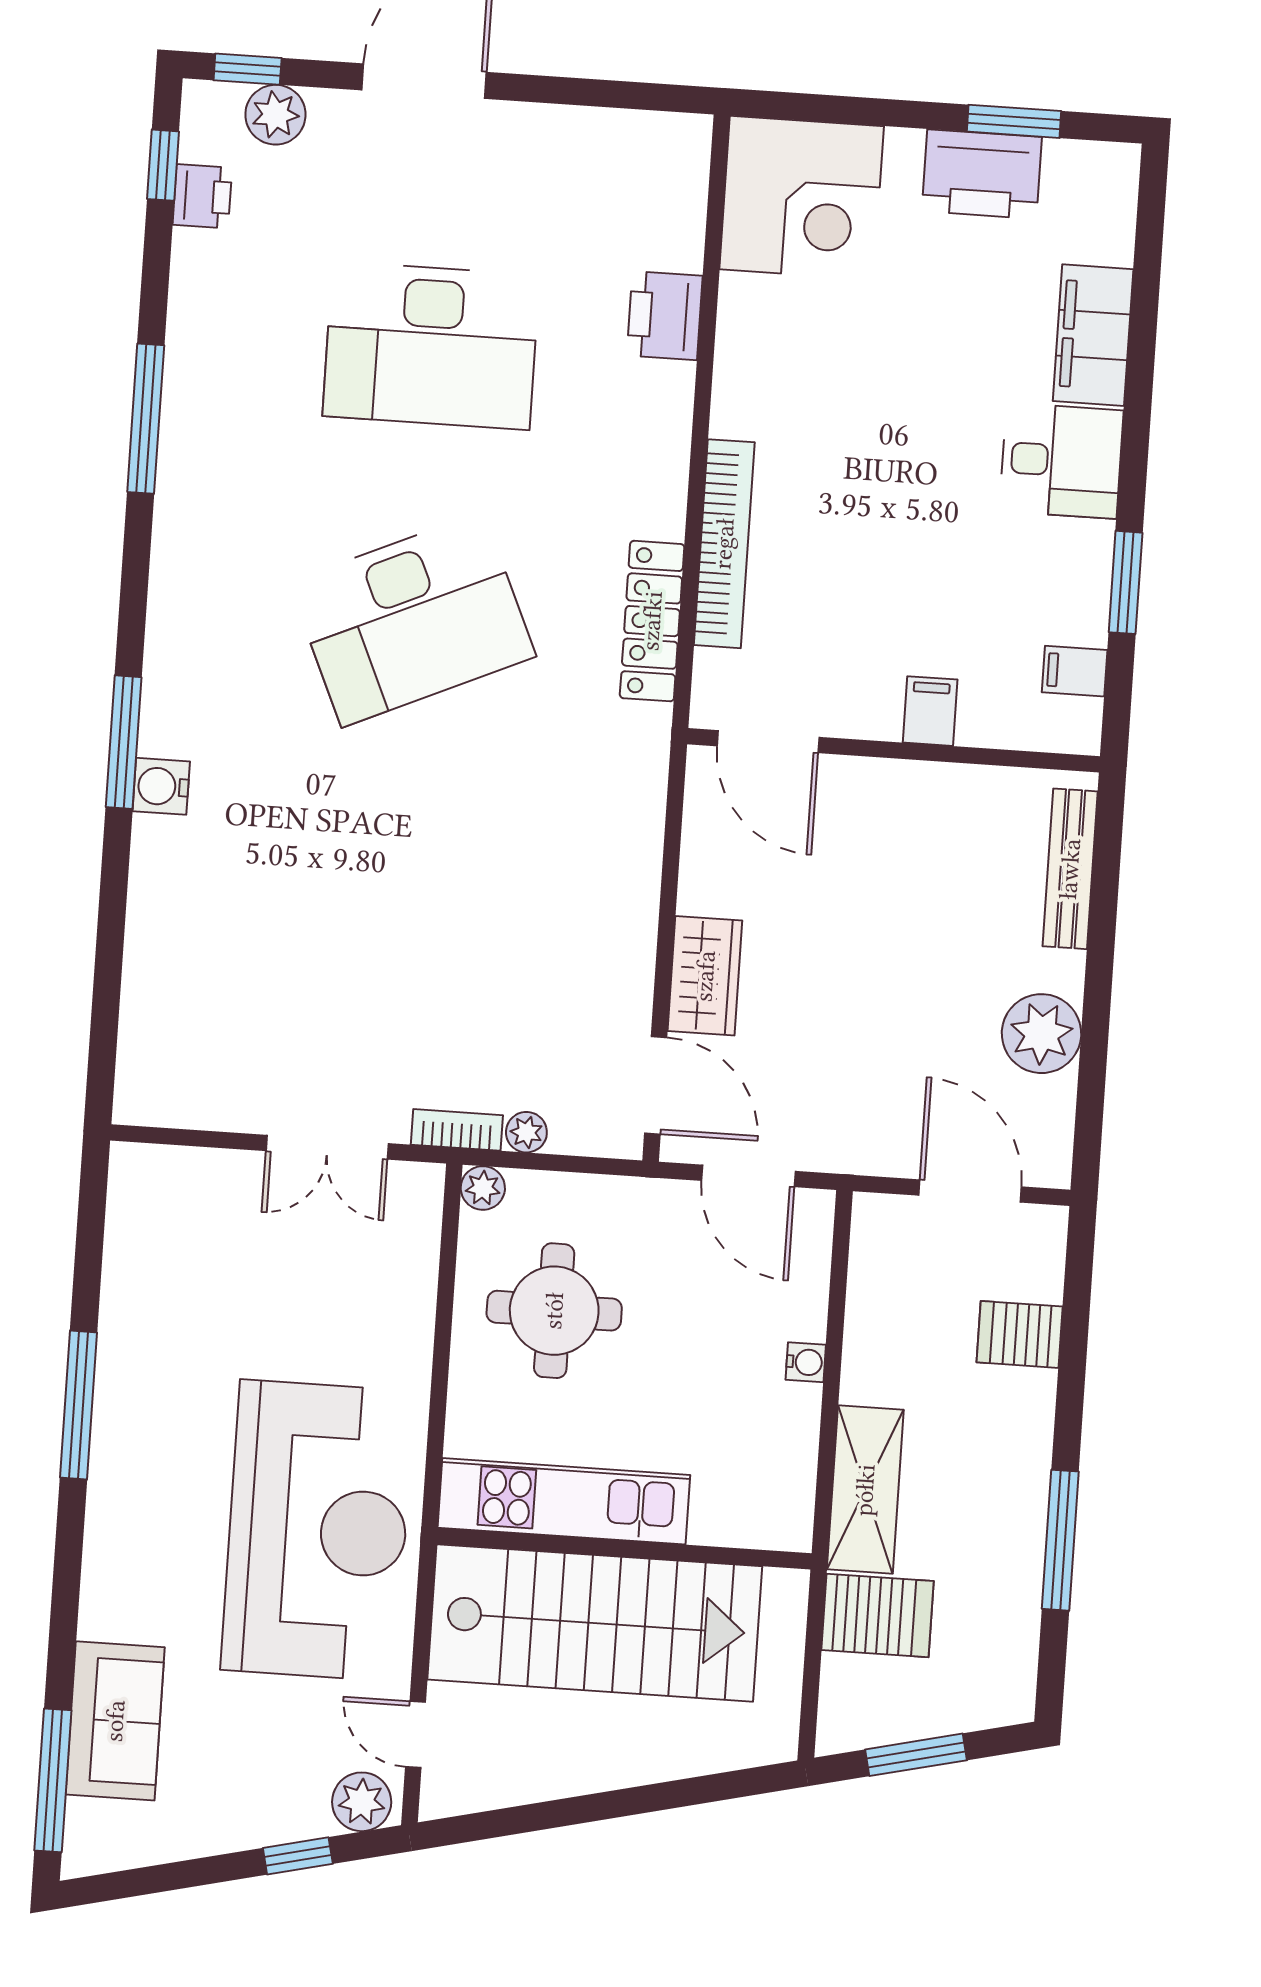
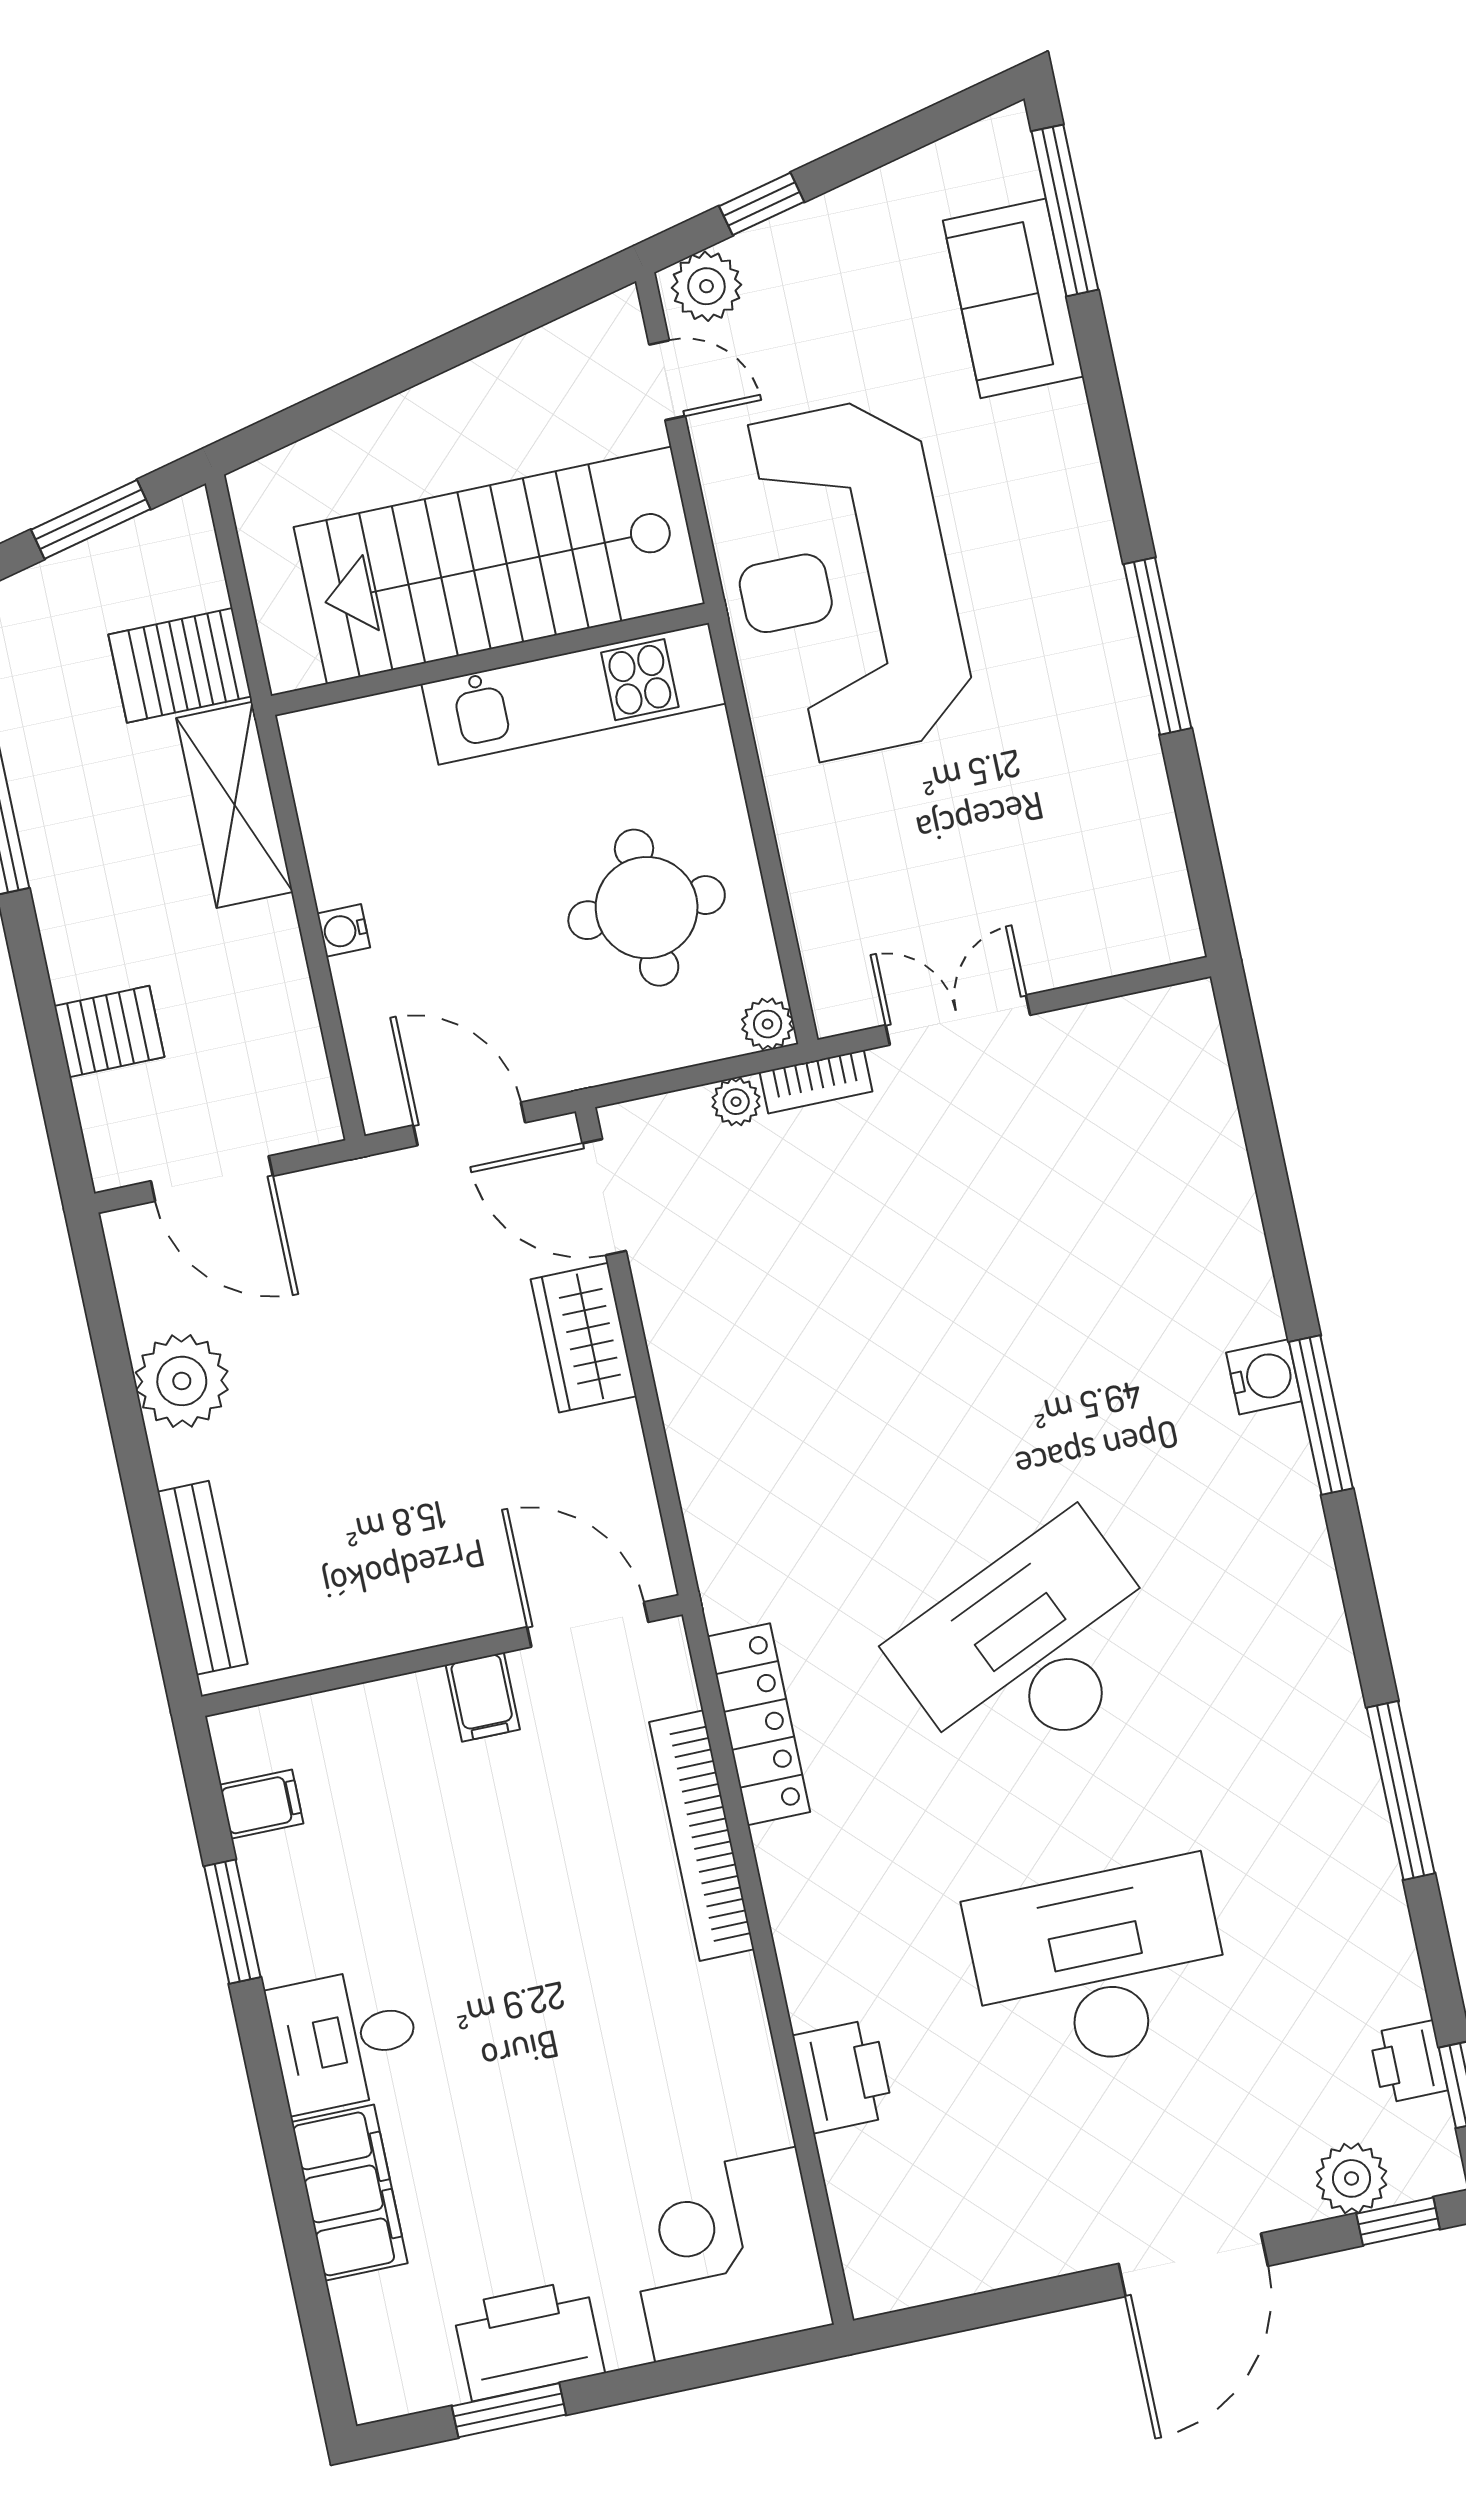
filing cabinet: (930, 711) -> (483, 1697), moved

